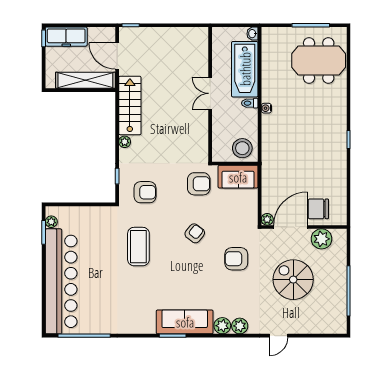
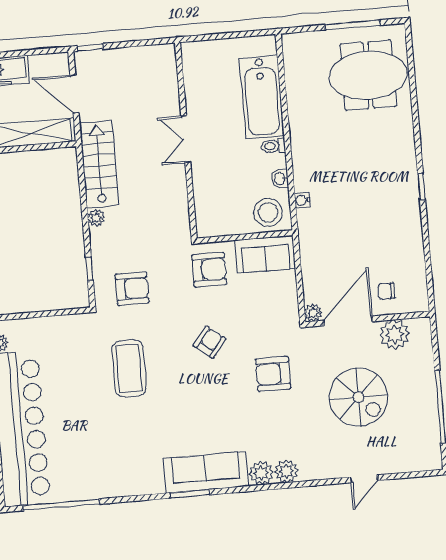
washbasin: (252, 34) -> (280, 179), moved
double door: (210, 93) -> (186, 139), moved
wall: (210, 94) -> (186, 140), moved
water cooler: (266, 108) -> (302, 200), moved
chair: (318, 209) -> (386, 291), width x0.54, depth x0.54
spiral stairs: (293, 280) -> (358, 397), turned 180
door: (278, 336) -> (364, 479), moved

